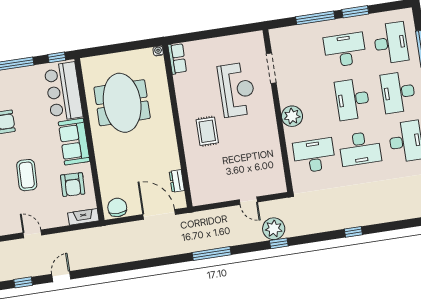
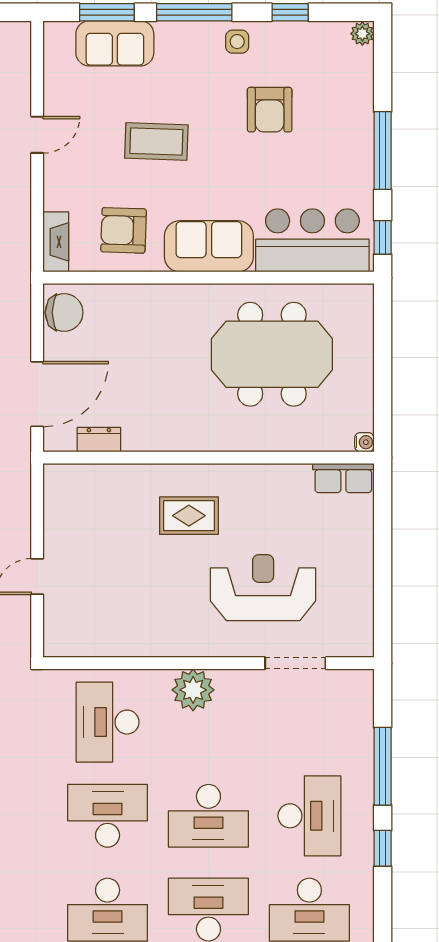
window: (355, 12) -> (383, 848), width x0.67
reception desk: (237, 90) -> (263, 588), turned 180
desk: (352, 99) -> (208, 816), turned 180
desk: (360, 149) -> (108, 816), turned 90
desk: (314, 156) -> (108, 722), turned 180

